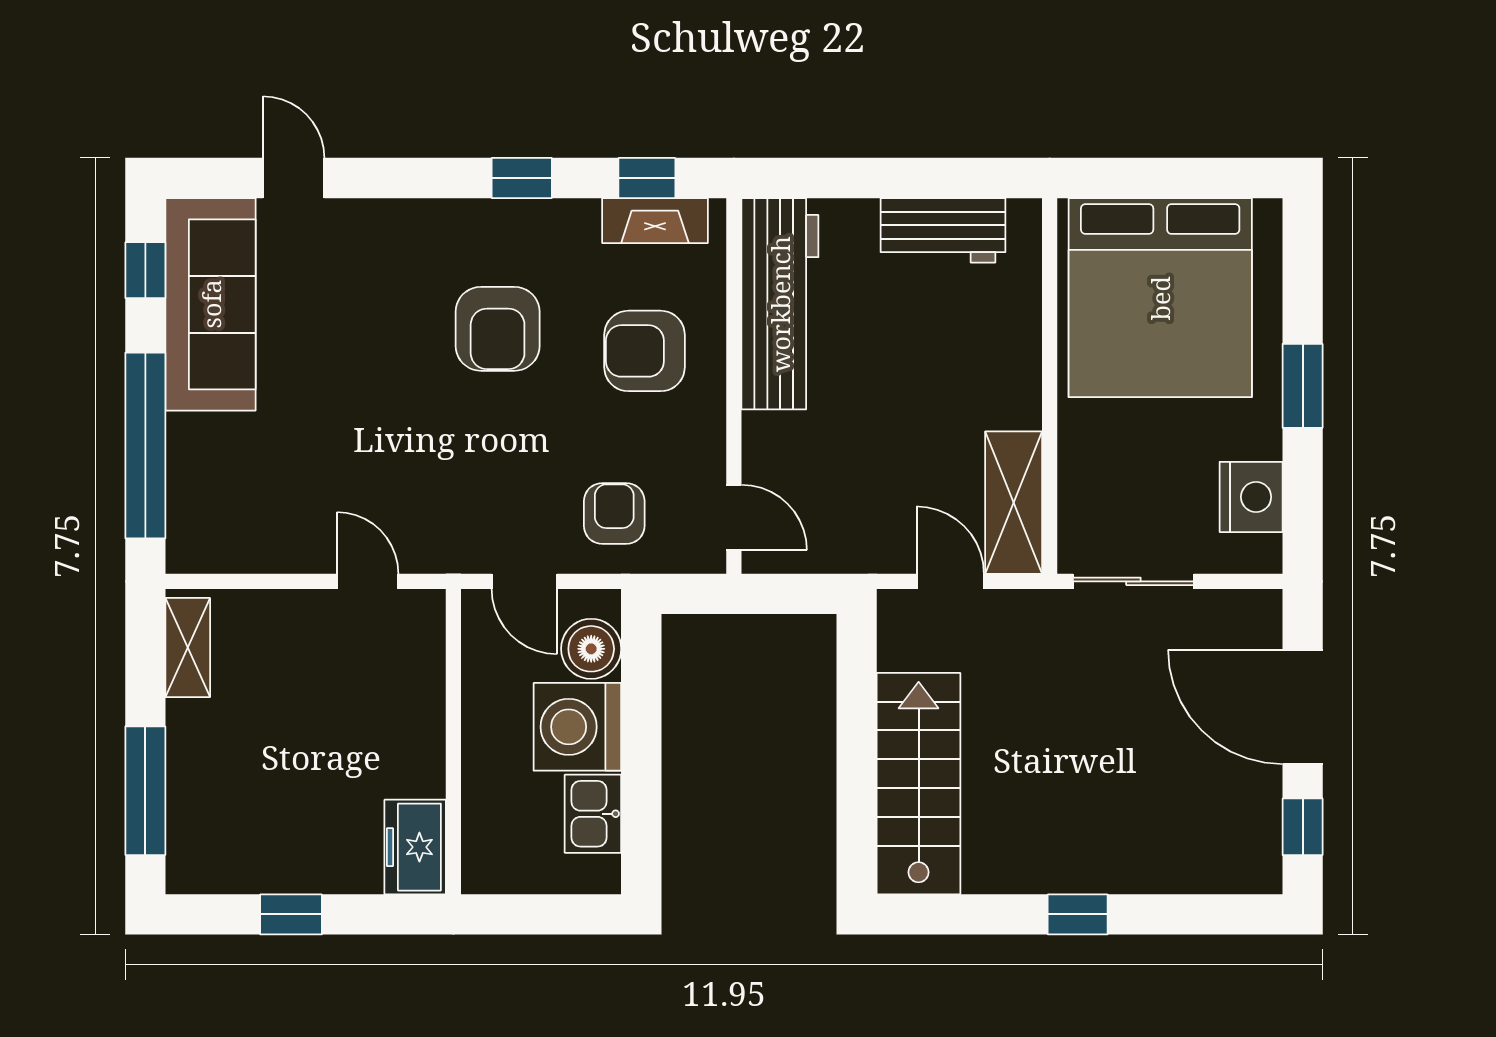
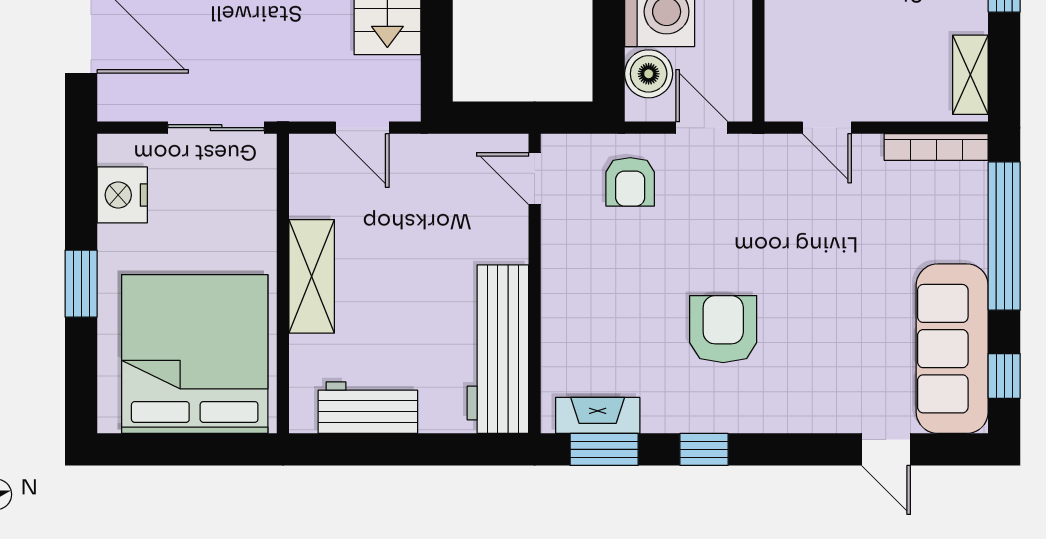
window: (647, 178) -> (604, 449), width x1.50
armchair: (644, 351) -> (606, 311), removed
shelving: (1014, 503) -> (312, 276), moved
bookcase: (231, 557) -> (936, 147), added

